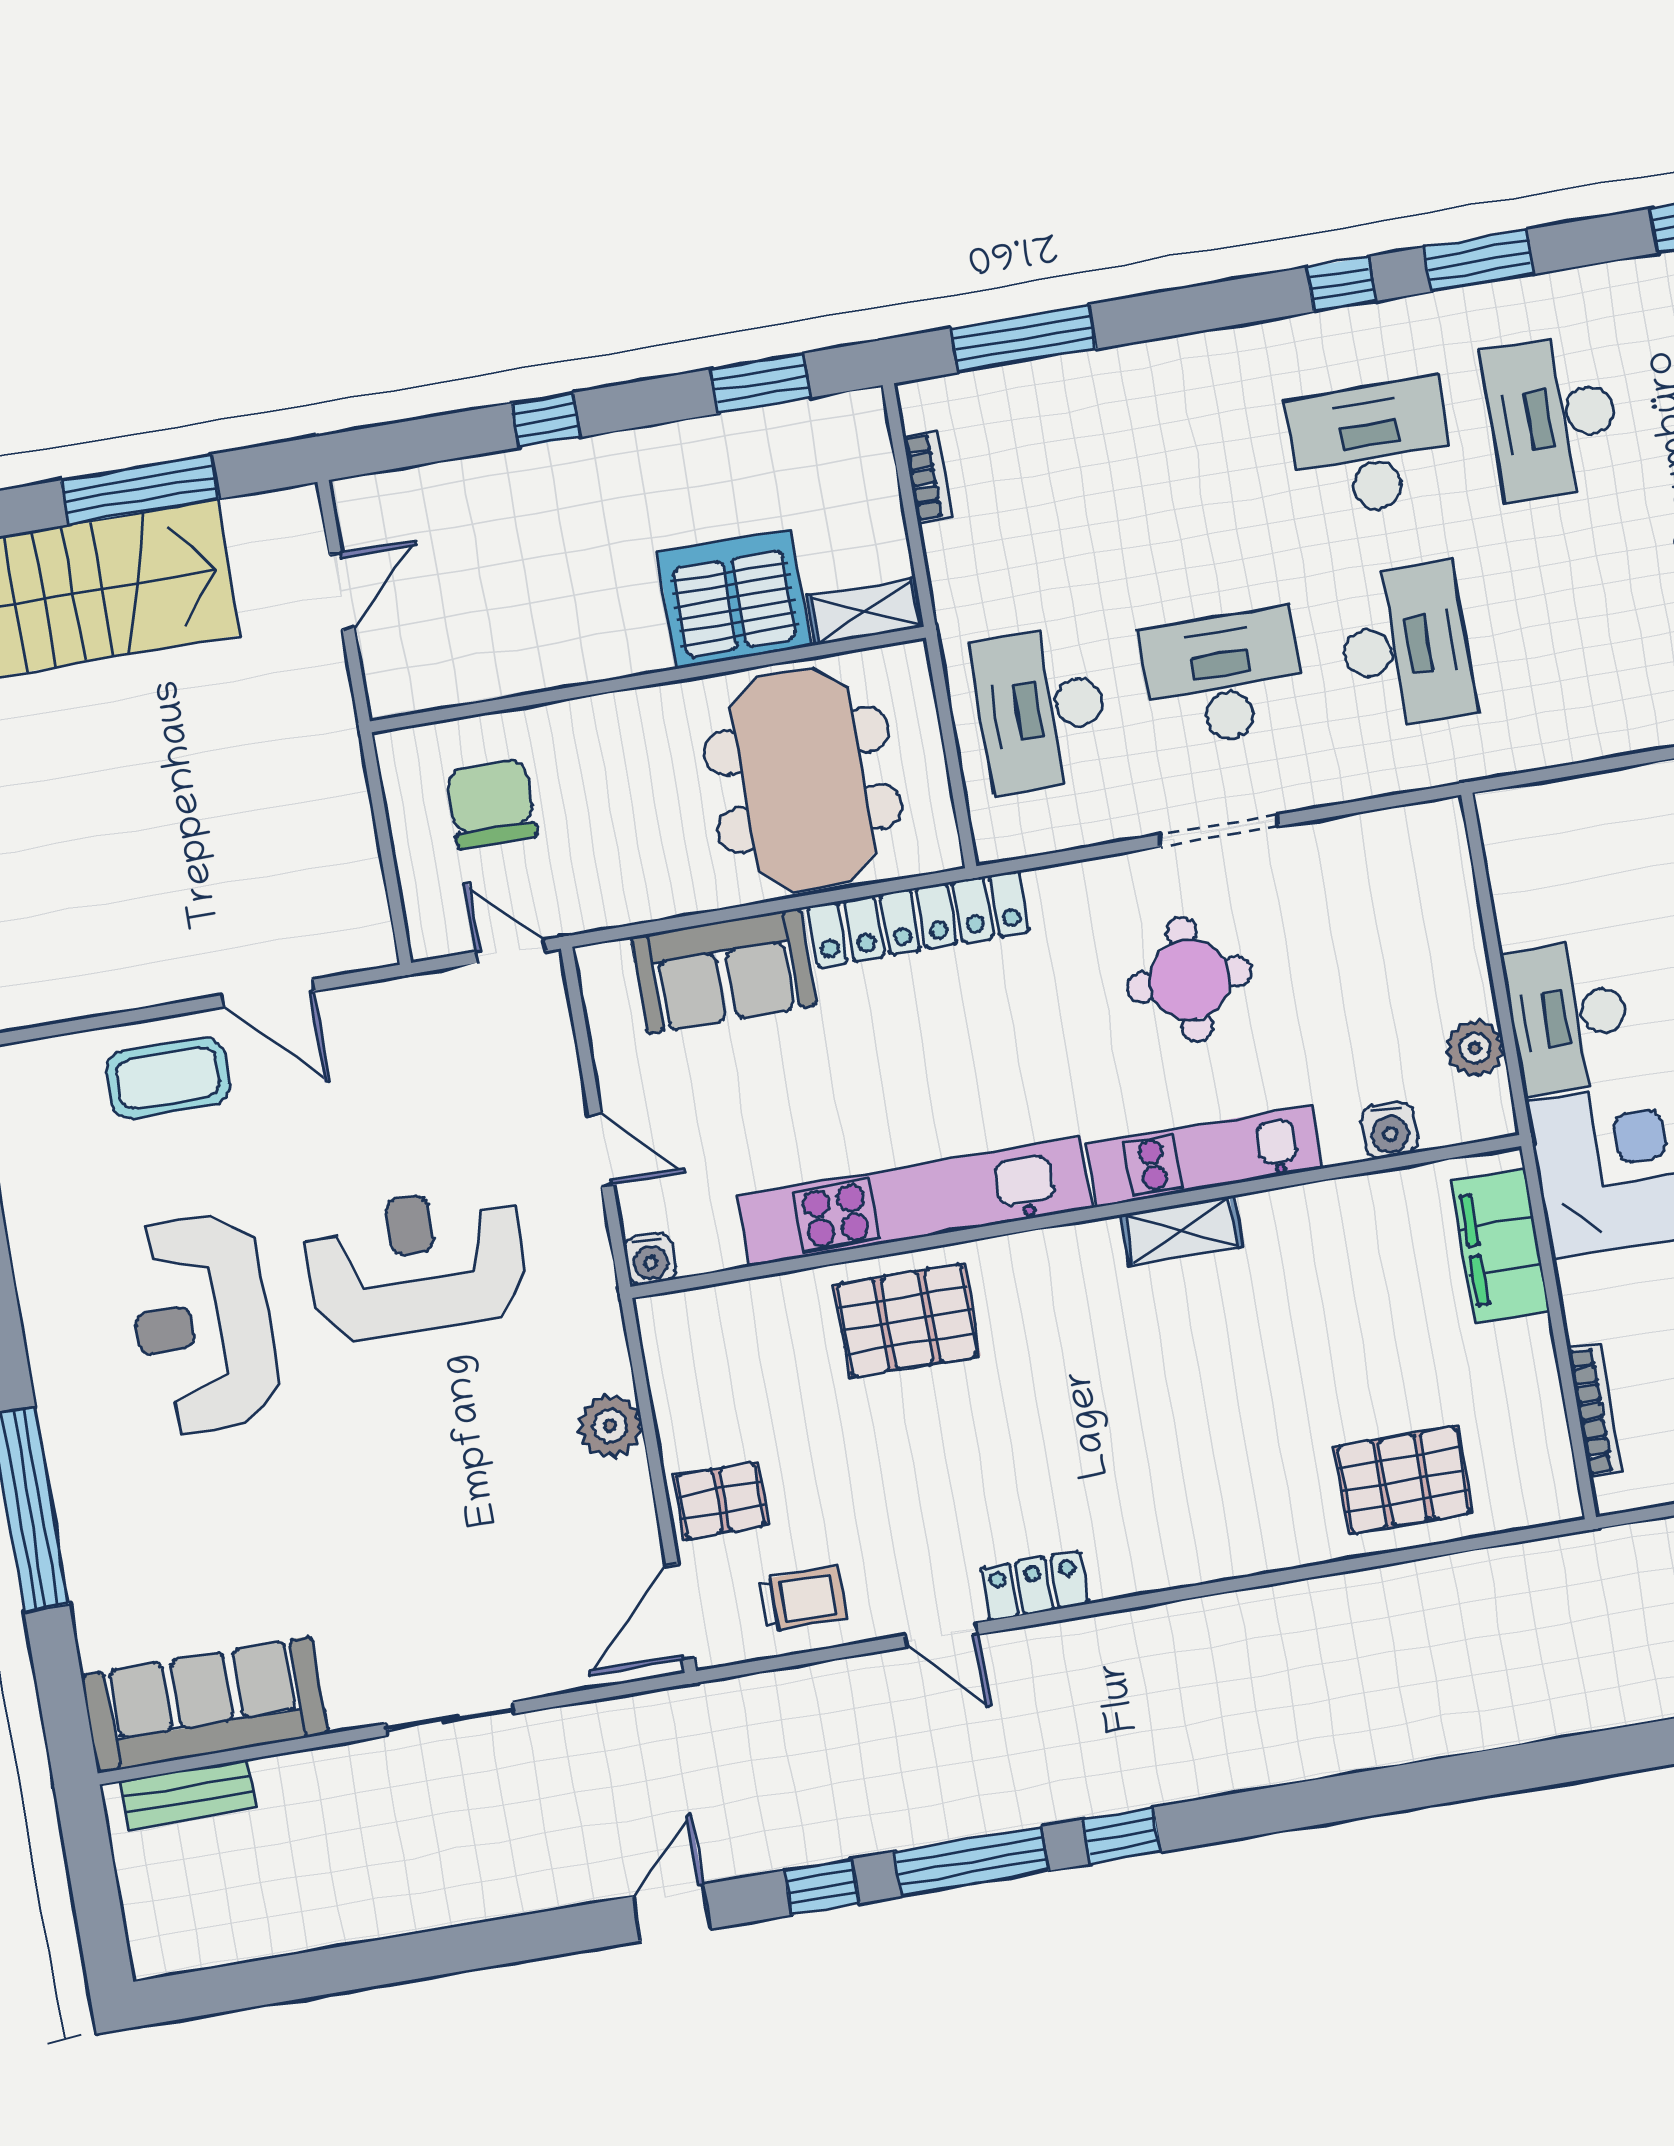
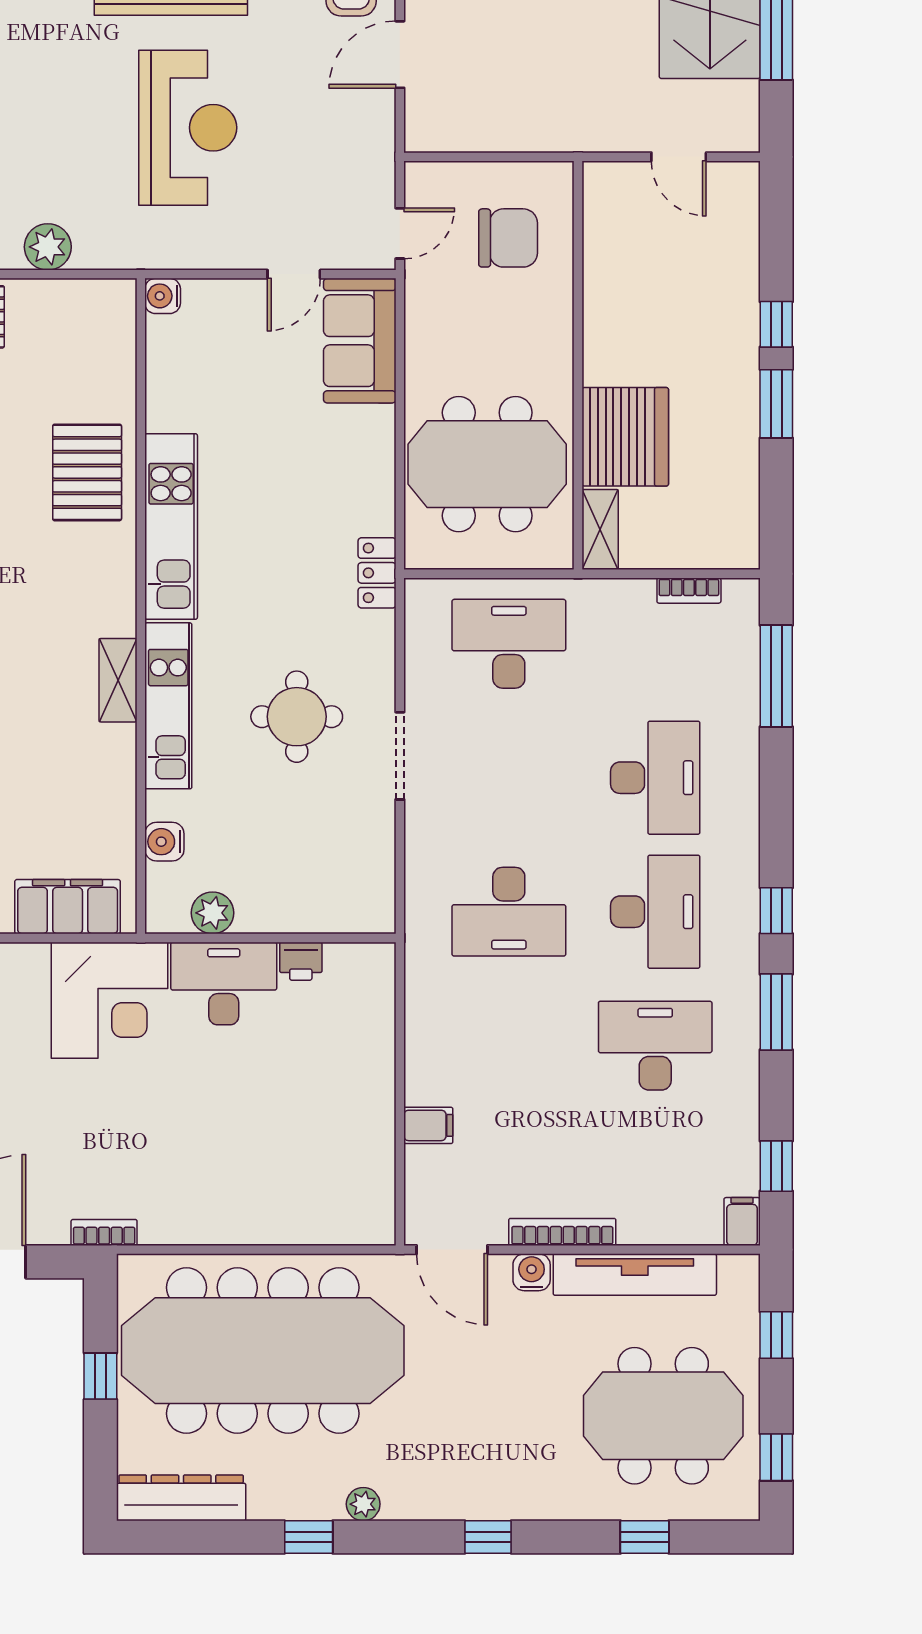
window: (761, 383) -> (776, 404), moved
desk: (1223, 678) -> (655, 778), moved
printer: (1520, 917) -> (301, 961), added
locker: (918, 919) -> (377, 573), width x0.46, depth x0.83
sofa: (724, 971) -> (360, 341), moved
door: (601, 1150) -> (294, 274), moved
kitchen unit: (915, 1202) -> (171, 526), width x0.73

